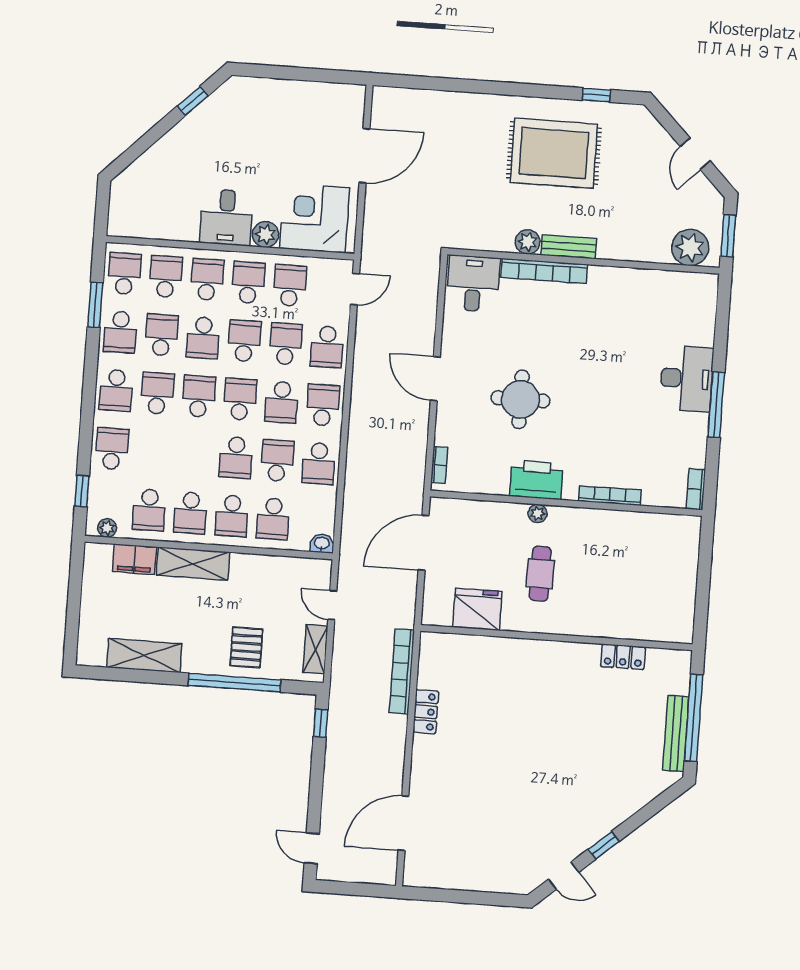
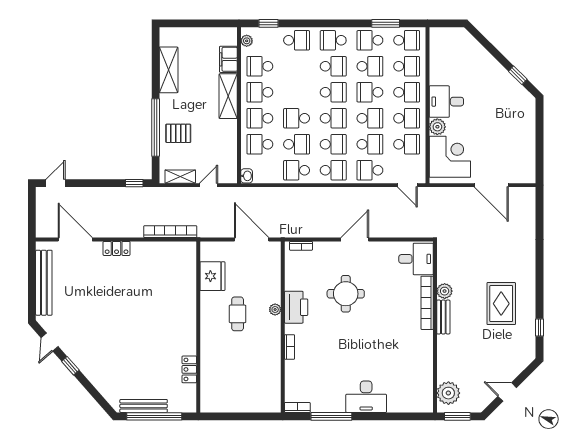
rug: (554, 153) -> (501, 304), width x0.73, depth x0.69
school desk: (281, 402) -> (333, 144), turned 180
window: (716, 405) -> (331, 416), moved
bookcase: (610, 496) -> (289, 347), width x0.64
cafe table: (540, 574) -> (238, 314), turned 90
locker: (426, 712) -> (117, 248), moved
bench: (469, 878) -> (44, 283), added

